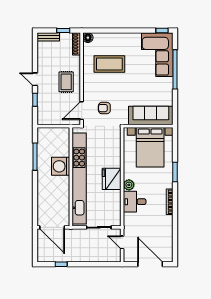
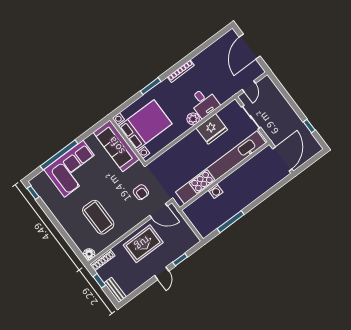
corner sofa: (157, 55) -> (74, 169), moved
rug: (66, 82) -> (143, 244), width x1.36, depth x1.43
washing machine: (61, 166) -> (216, 191), width x0.53, depth x0.53
fridge: (112, 179) -> (212, 129), moved

